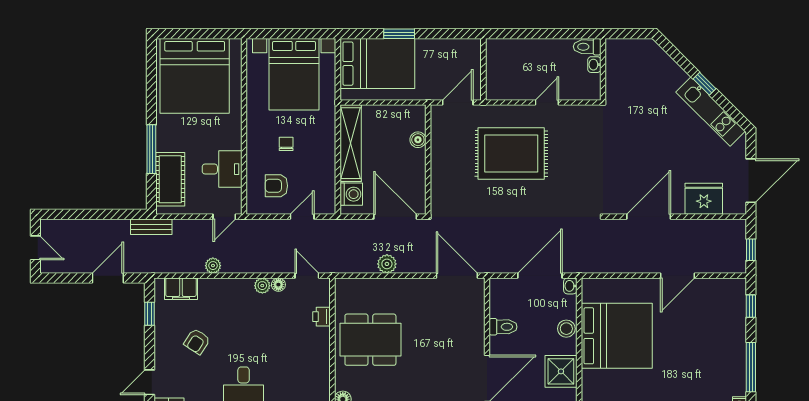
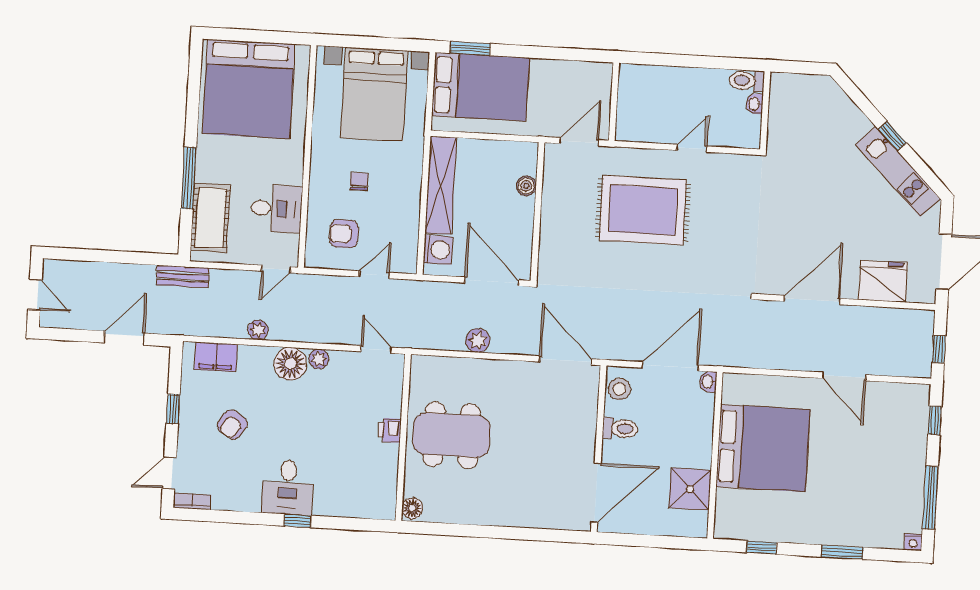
window: (399, 34) -> (470, 48), moved
door: (677, 276) -> (844, 376), hinge flipped
floor lamp: (278, 285) -> (290, 364), moved, width x1.89, depth x1.89
window: (150, 314) -> (173, 409), moved
printer: (322, 317) -> (390, 430), moved
stool: (566, 329) -> (619, 389), moved

